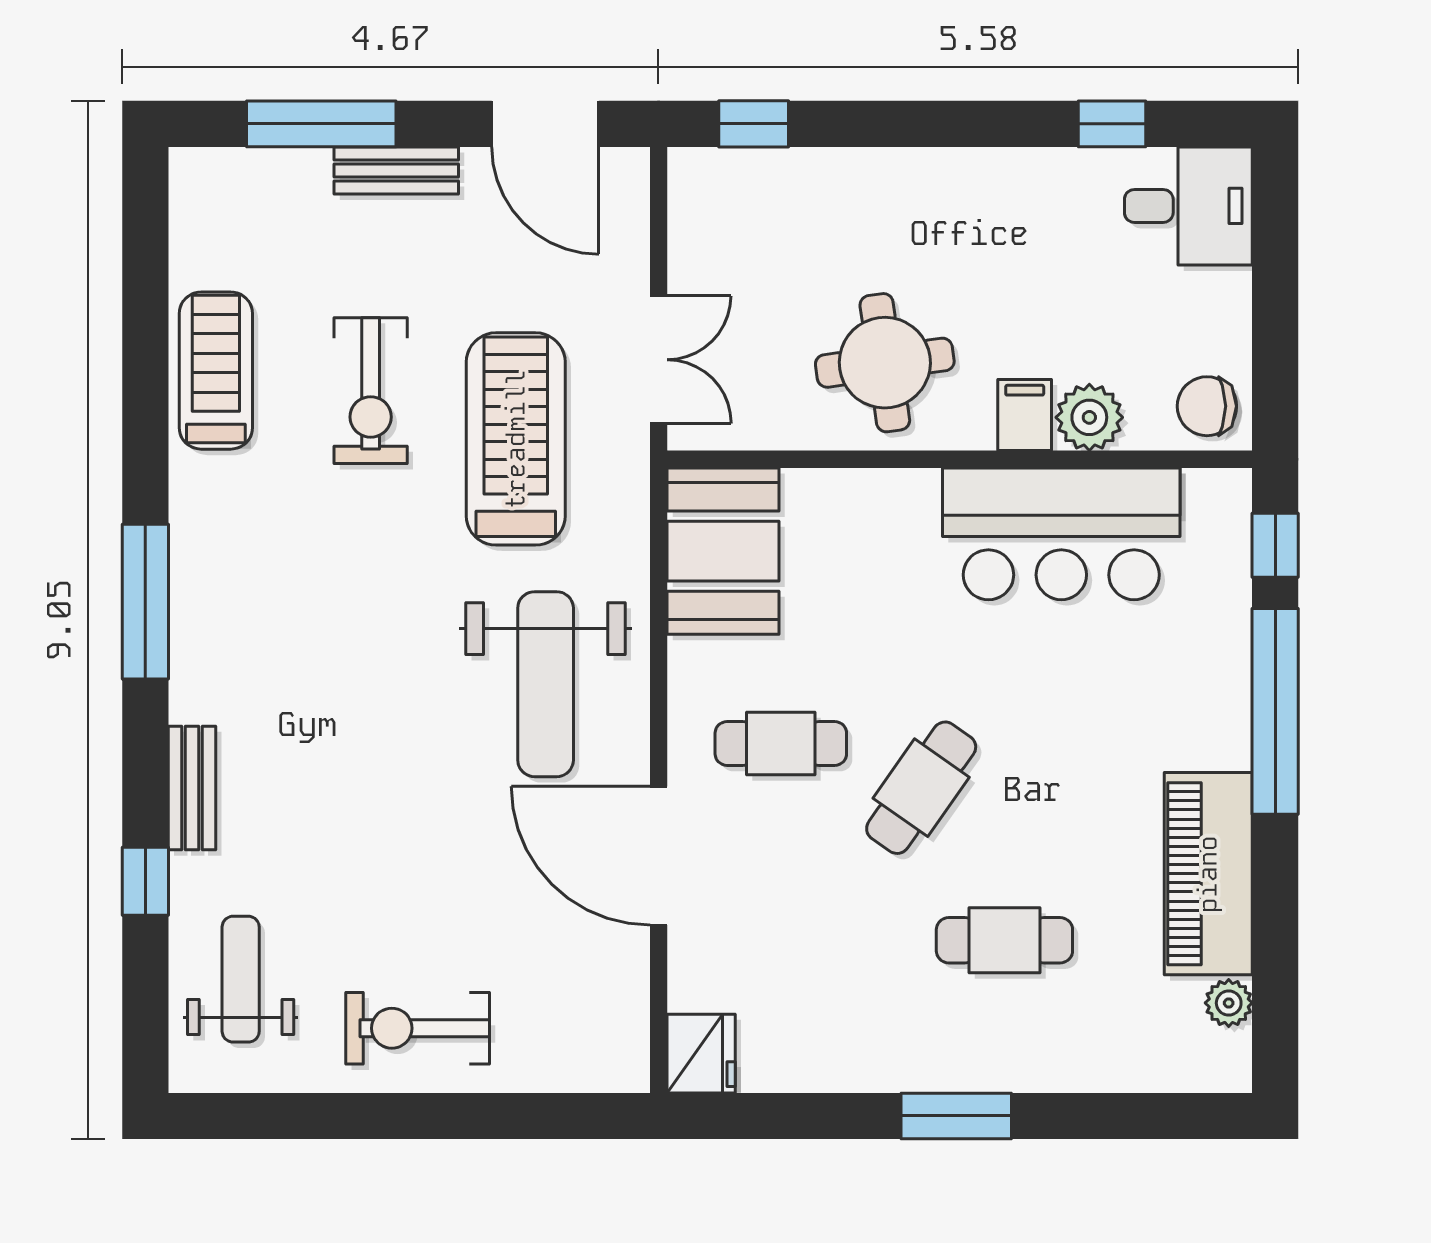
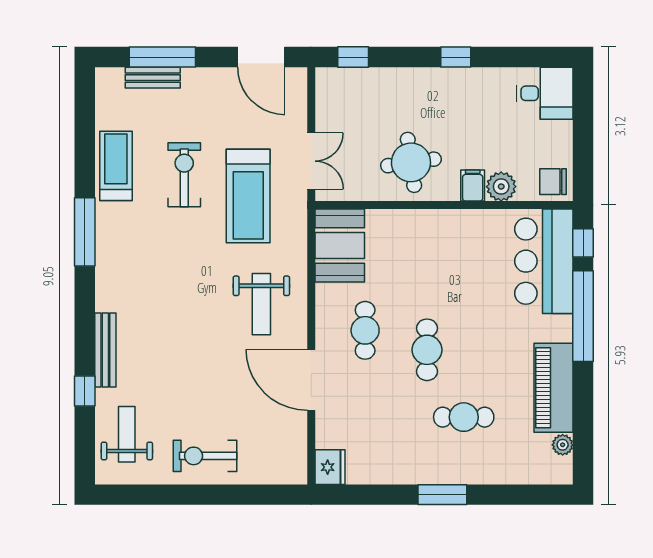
window: (1112, 124) -> (456, 57), moved
bench: (396, 170) -> (153, 78), moved
exercise bike: (371, 391) -> (184, 175), turned 180
treadmill: (516, 439) -> (248, 196), turned 180
bar counter: (1061, 534) -> (544, 261), moved, turned 90
window: (145, 602) -> (85, 232), moved
weight bench: (546, 684) -> (261, 304), width x0.73, depth x0.75
cafe table: (781, 743) -> (365, 330), turned 90
bench: (192, 788) -> (105, 350), width x1.36
cafe table: (921, 788) -> (427, 350), turned -35

